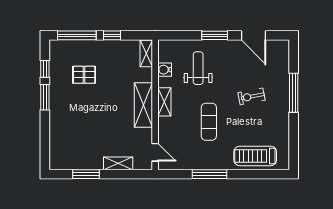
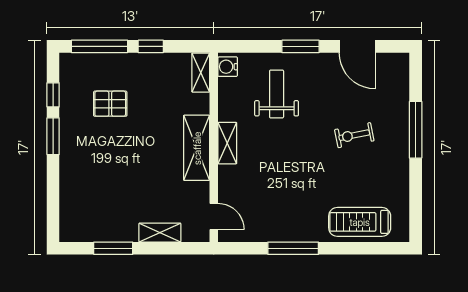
water cooler: (165, 70) -> (228, 67), moved
exercise mat: (209, 122) -> (292, 172), removed

